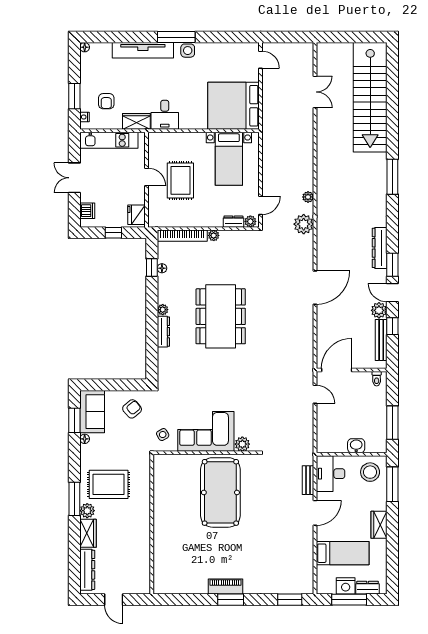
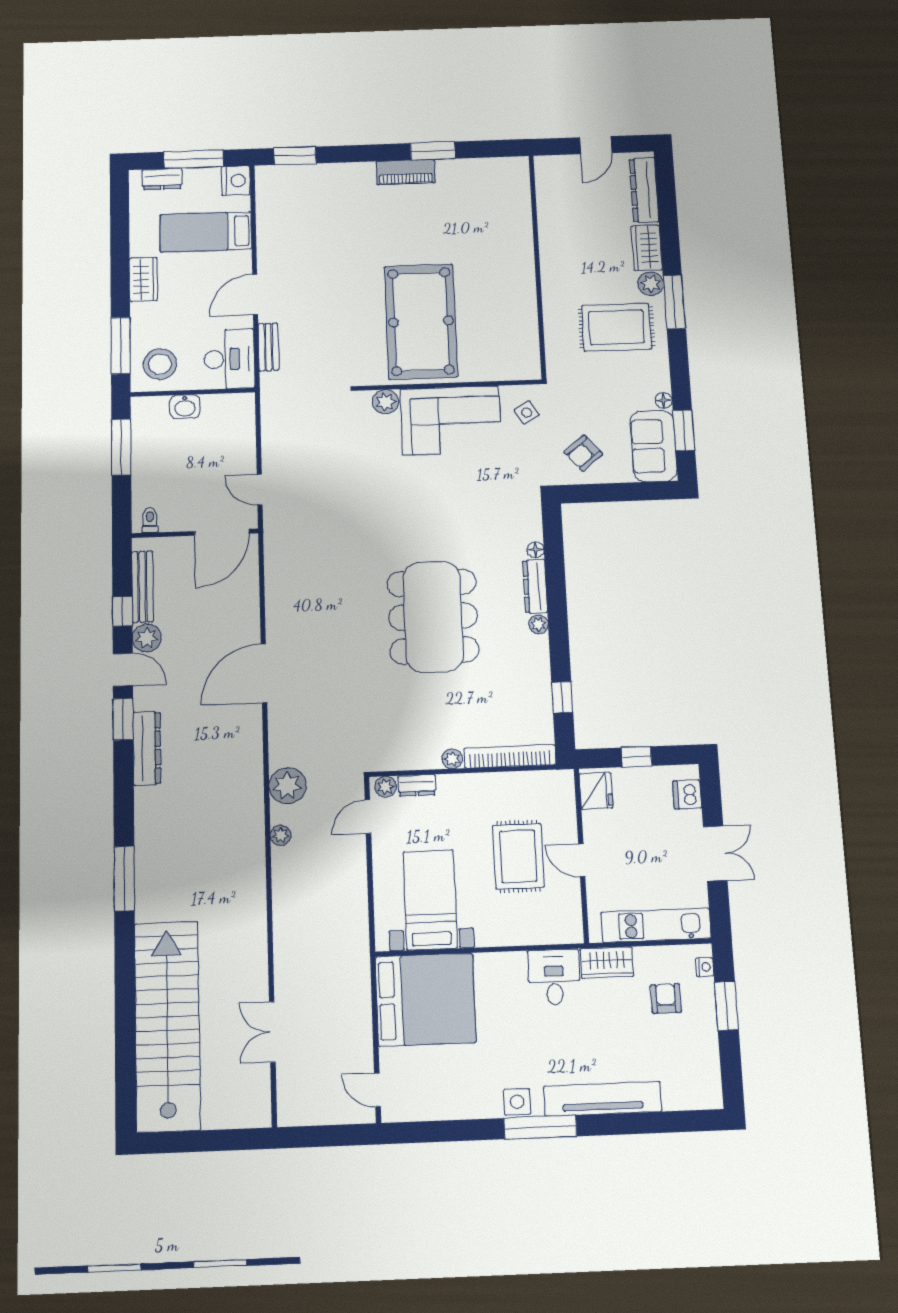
floor lamp: (85, 47) -> (714, 1100), removed
floor lamp: (162, 268) -> (536, 550), moved
nightstand: (346, 586) -> (236, 181), moved, turned 90
door: (114, 600) -> (596, 145), swing flipped
window: (231, 600) -> (433, 151), moved

